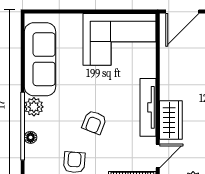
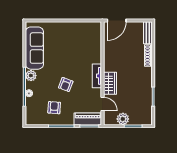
corner sofa: (120, 39) -> (80, 37), removed
tv unit: (148, 107) -> (97, 76), width x0.71
door: (158, 156) -> (102, 104), hinge flipped

